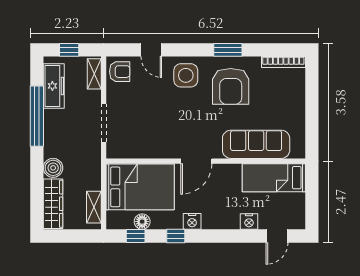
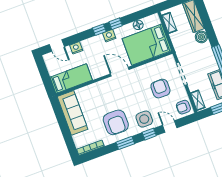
window: (187, 50) -> (149, 134), added
armchair: (231, 86) -> (116, 122), turned 180
armchair: (144, 113) -> (160, 89), added
sofa: (256, 144) -> (72, 113), moved, turned -90
door: (196, 161) -> (120, 72), hinge flipped
window: (136, 236) -> (99, 30), moved
door: (277, 236) -> (57, 45), swing flipped

